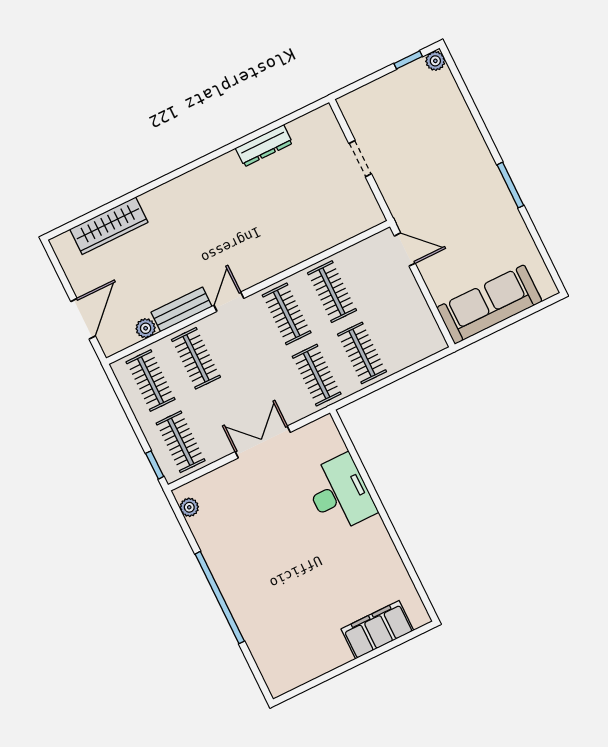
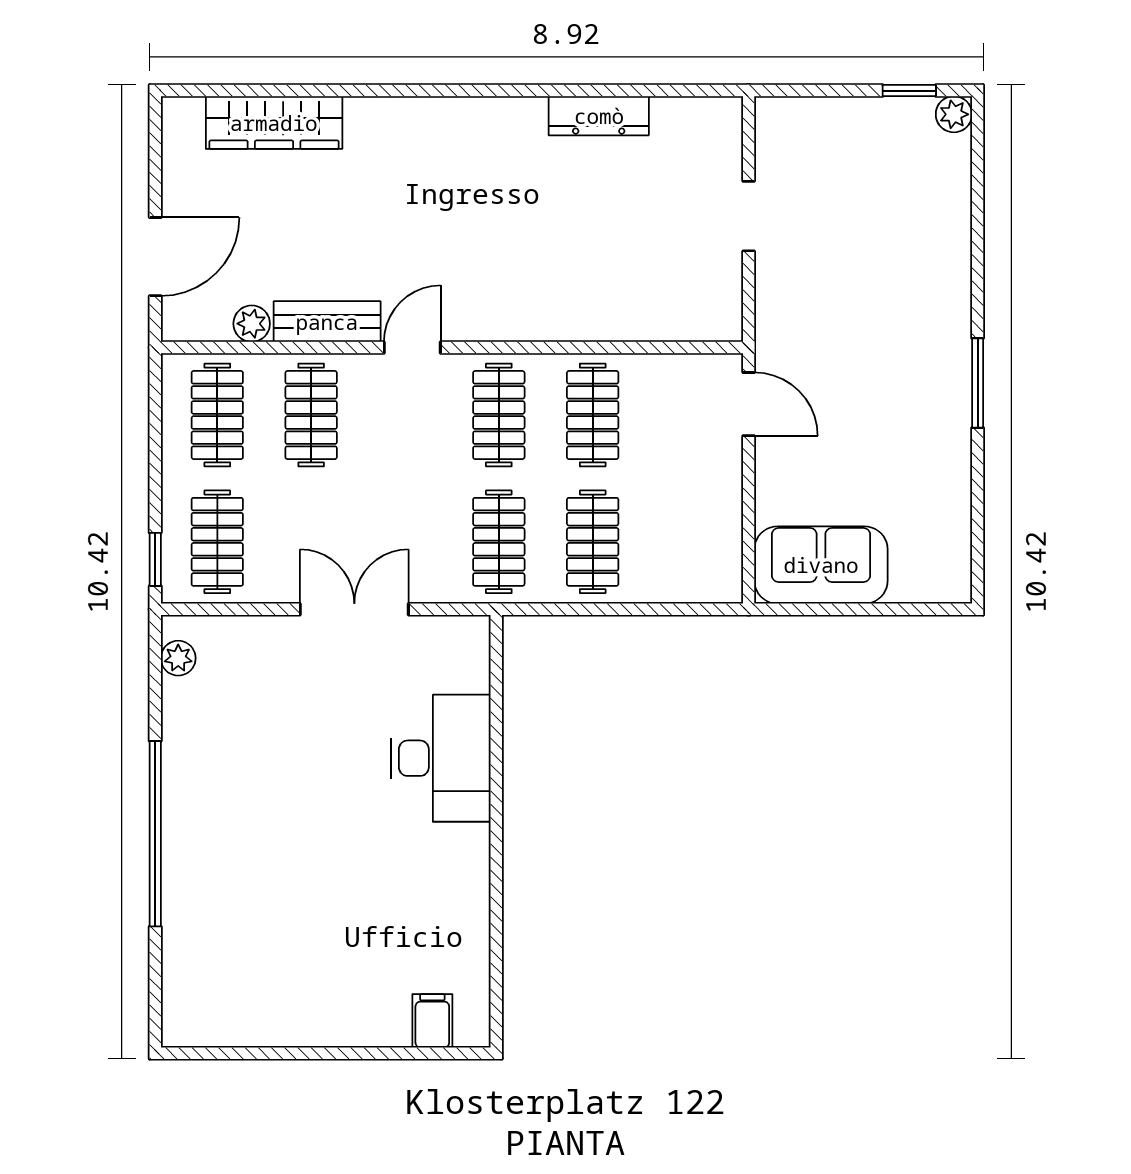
sofa: (489, 304) -> (821, 565), width x0.73
filing cabinet: (377, 630) -> (432, 1021), width x0.33, depth x0.86

